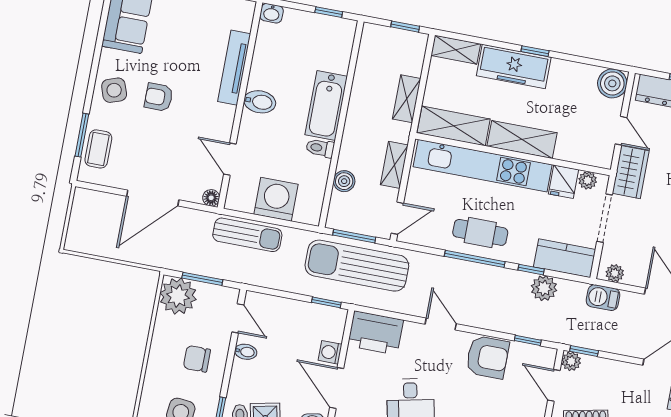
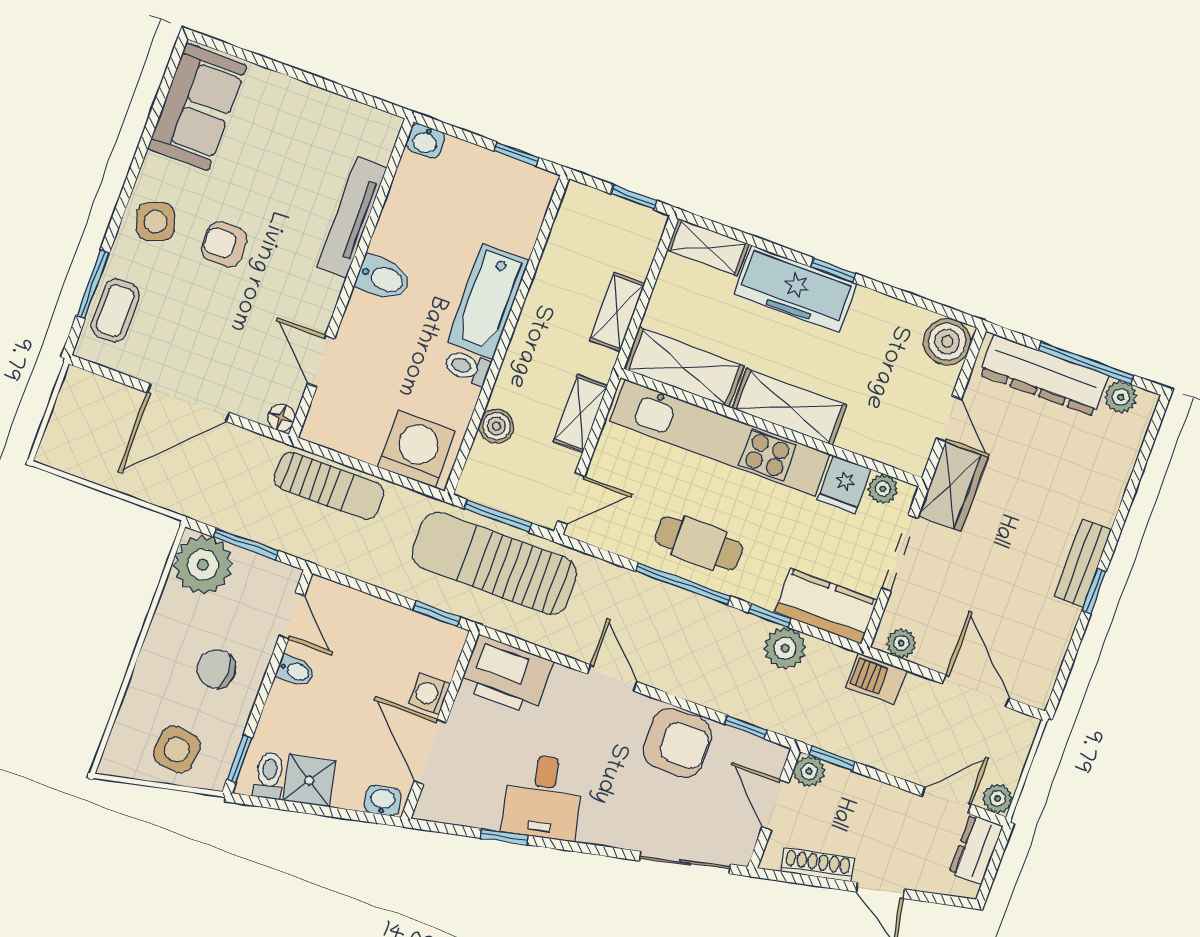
washing machine: (276, 199) -> (417, 449), moved

